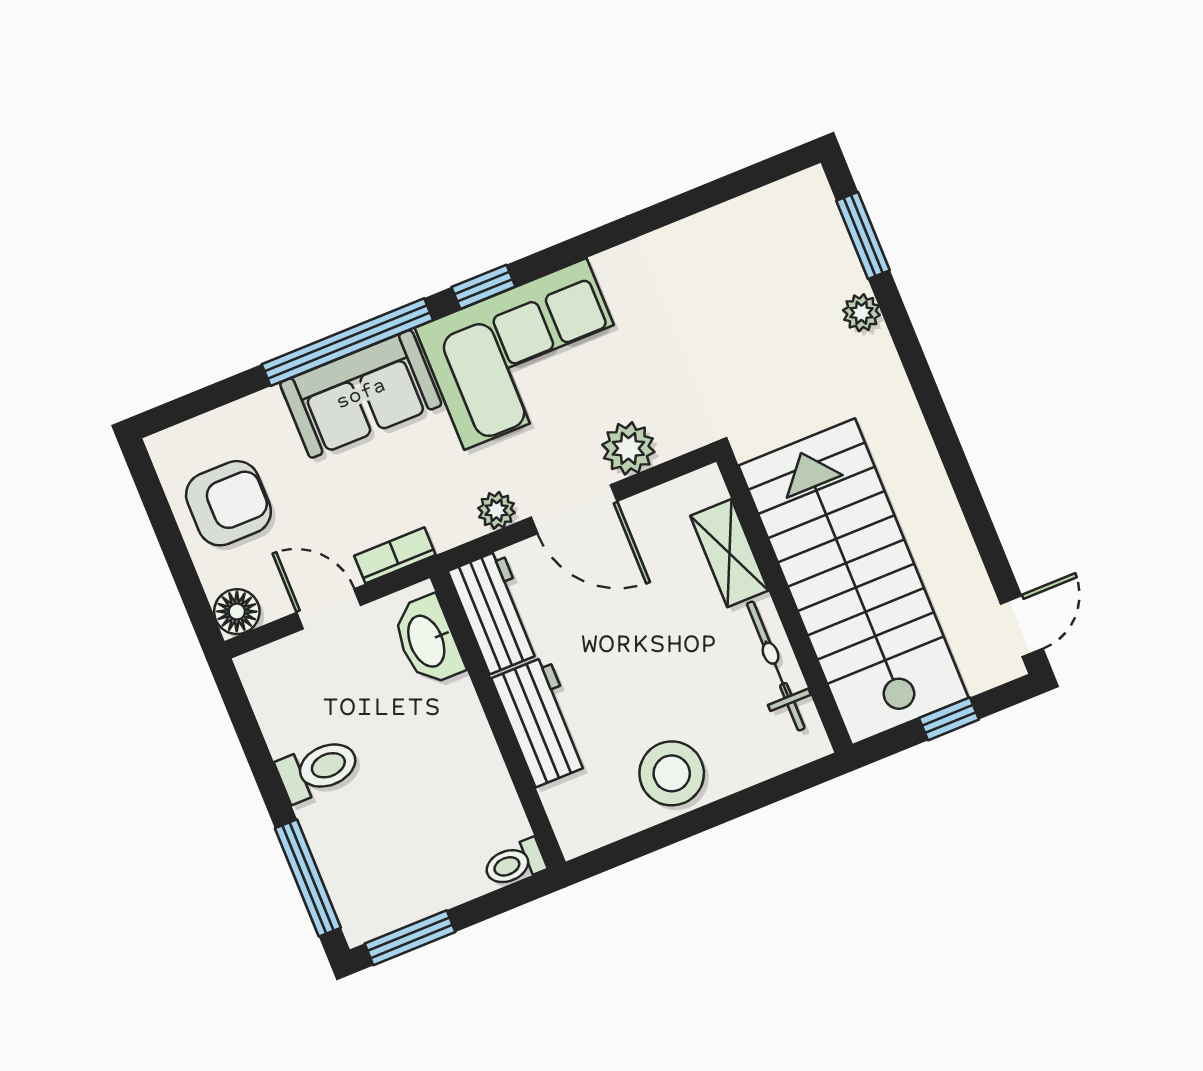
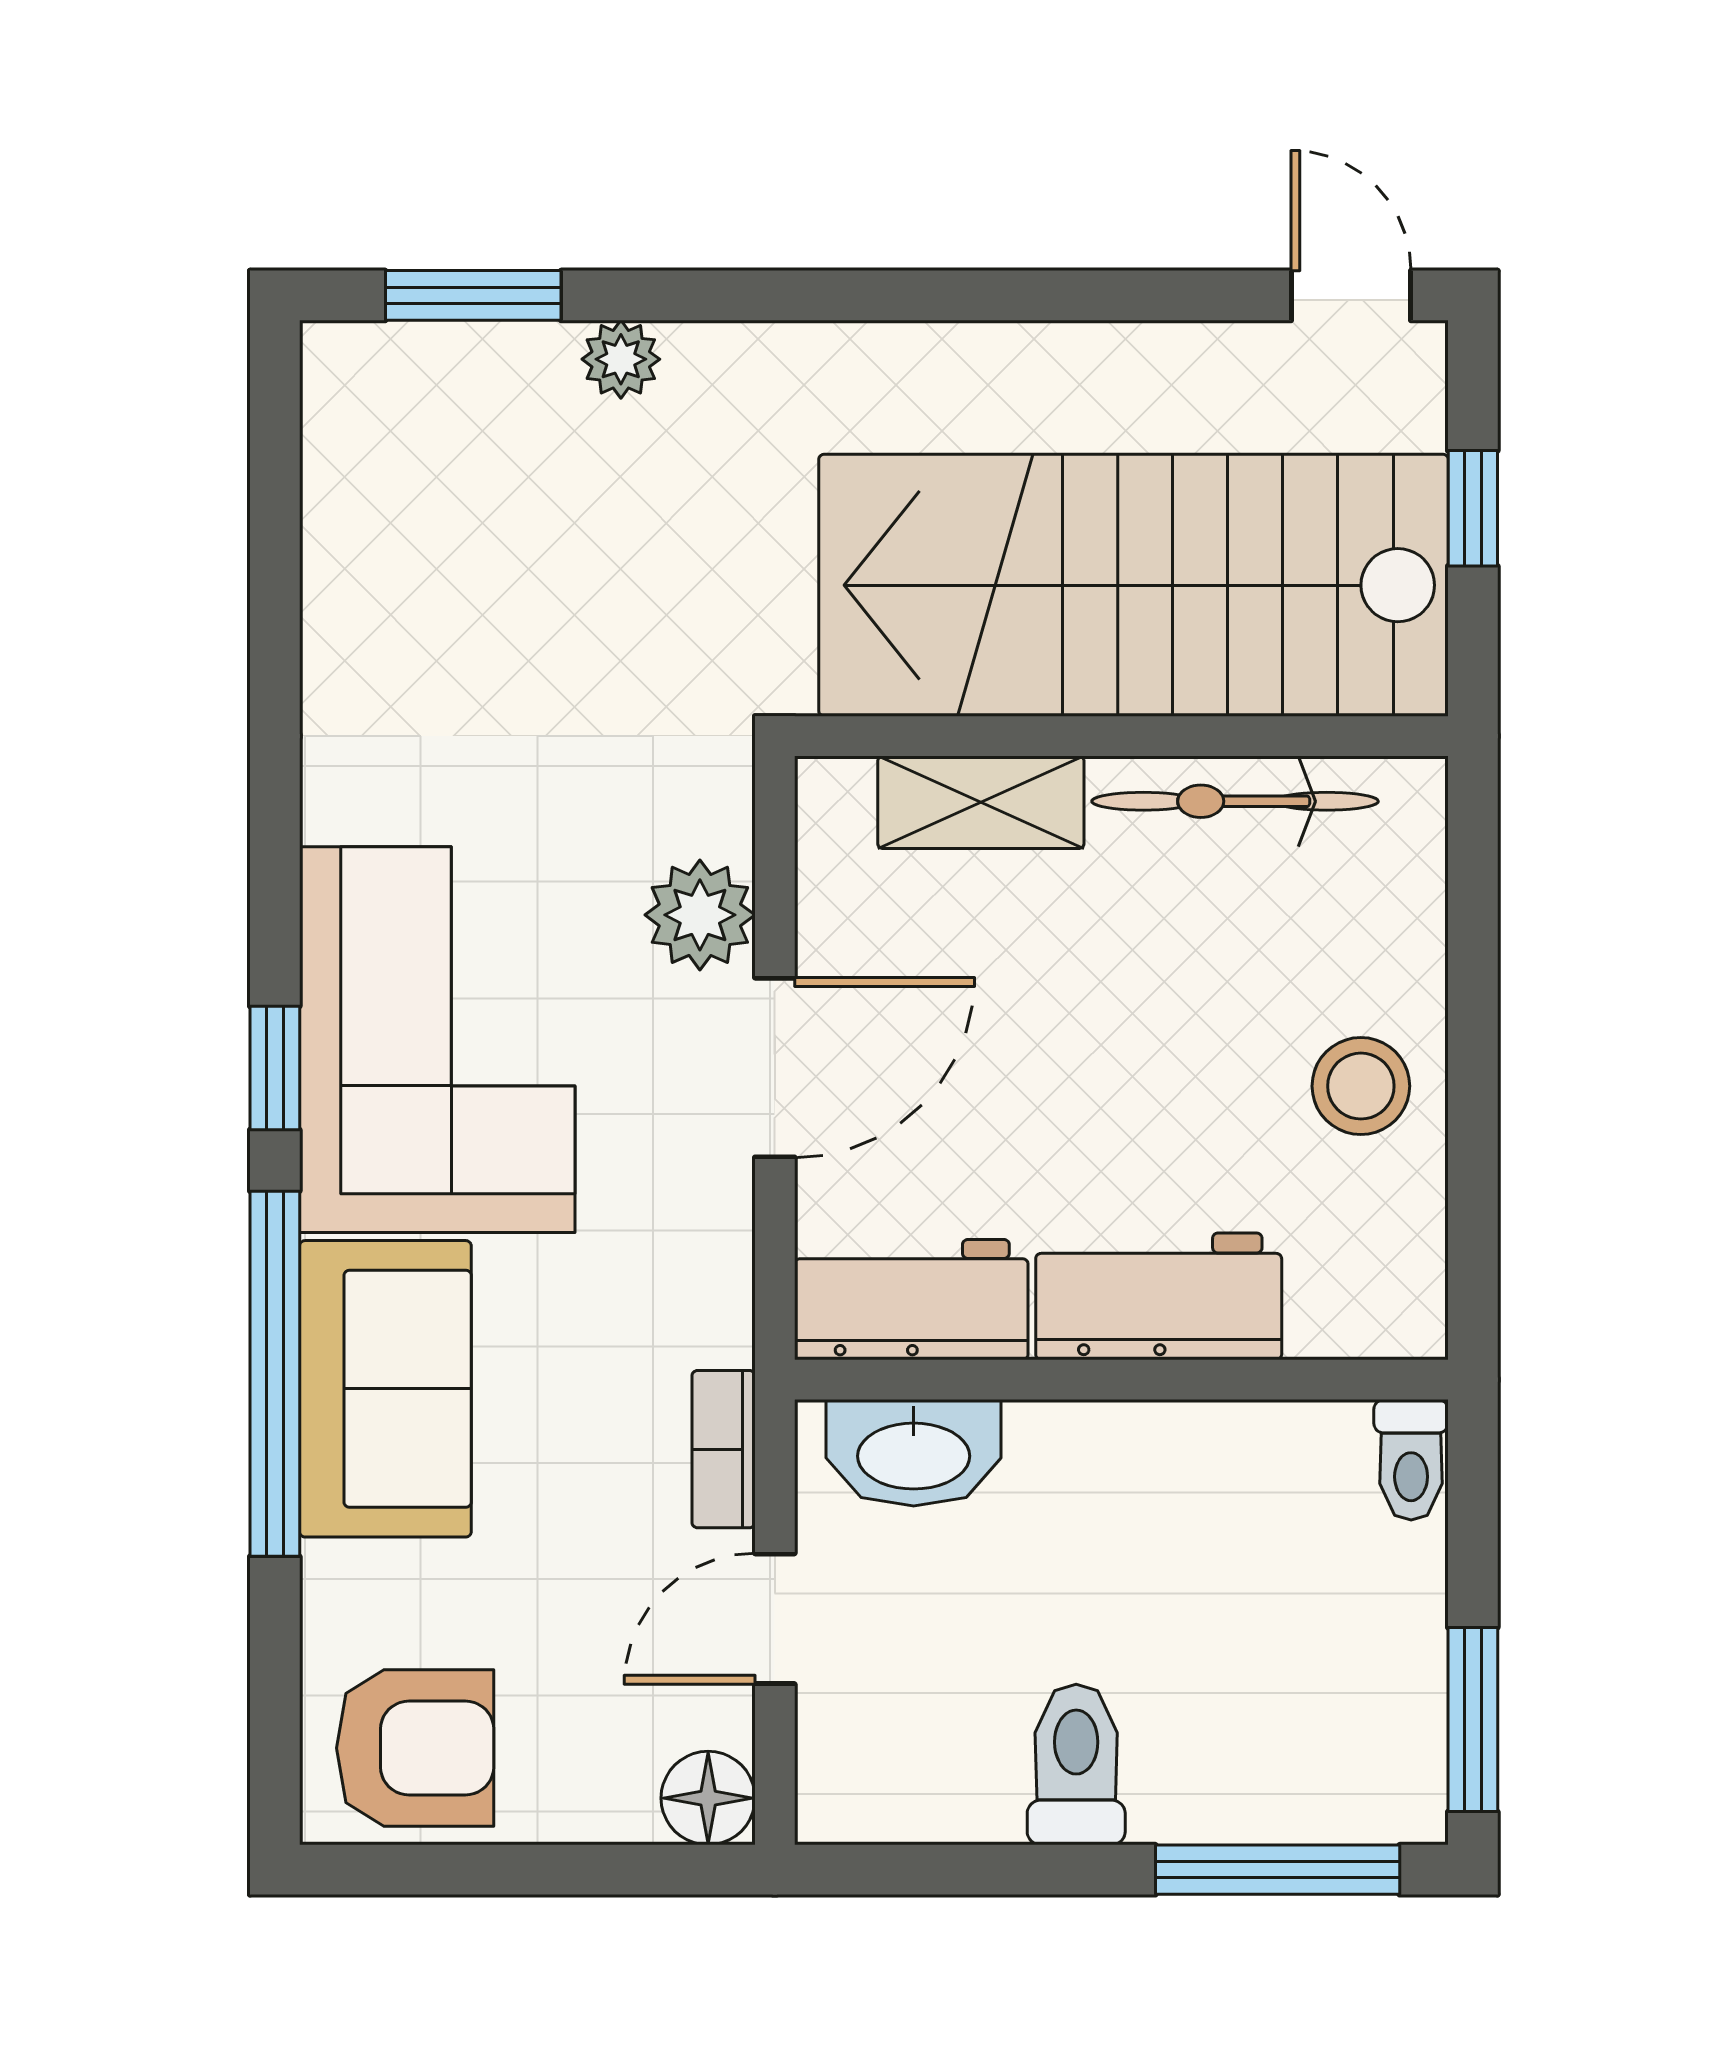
armchair: (228, 503) -> (415, 1748), moved, turned 90
plant: (497, 510) -> (716, 1218), removed
stool: (672, 773) -> (1361, 1086), width x0.73, depth x0.73

